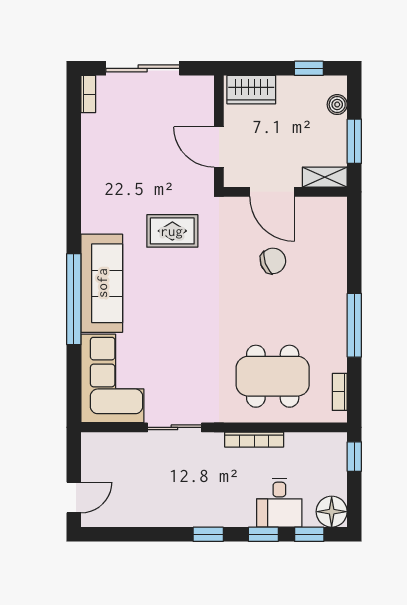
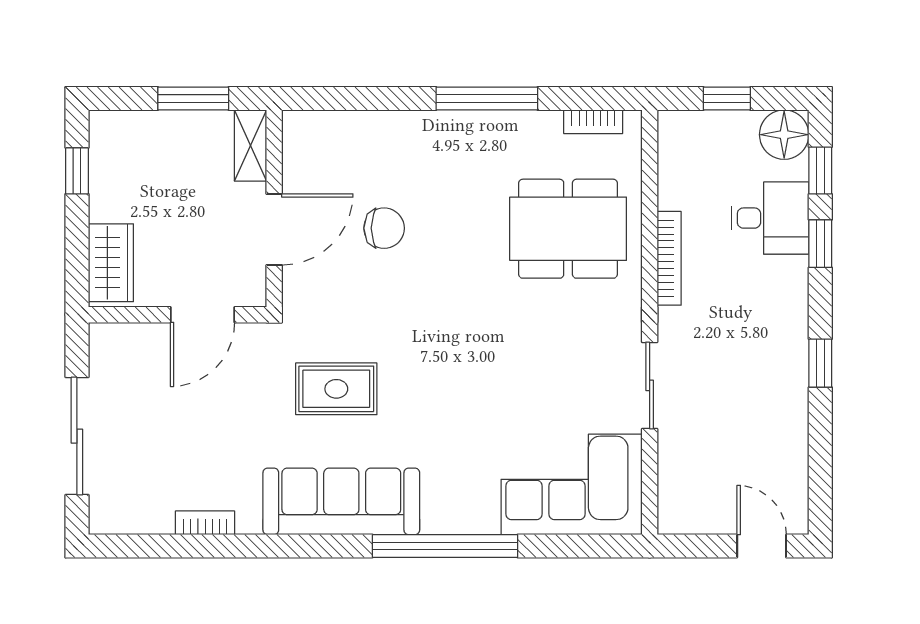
bookcase: (88, 94) -> (205, 523), moved
boiler: (337, 105) -> (135, 126), removed
rug: (172, 231) -> (336, 389), turned 90
chair: (273, 261) -> (384, 228), turned 110
sofa: (102, 283) -> (341, 501), moved
dining table: (273, 376) -> (568, 229), turned 90
window: (354, 457) -> (727, 99), moved
window: (208, 534) -> (820, 363), moved

